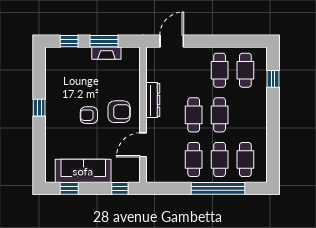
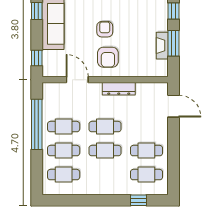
window: (218, 188) -> (37, 124), moved

